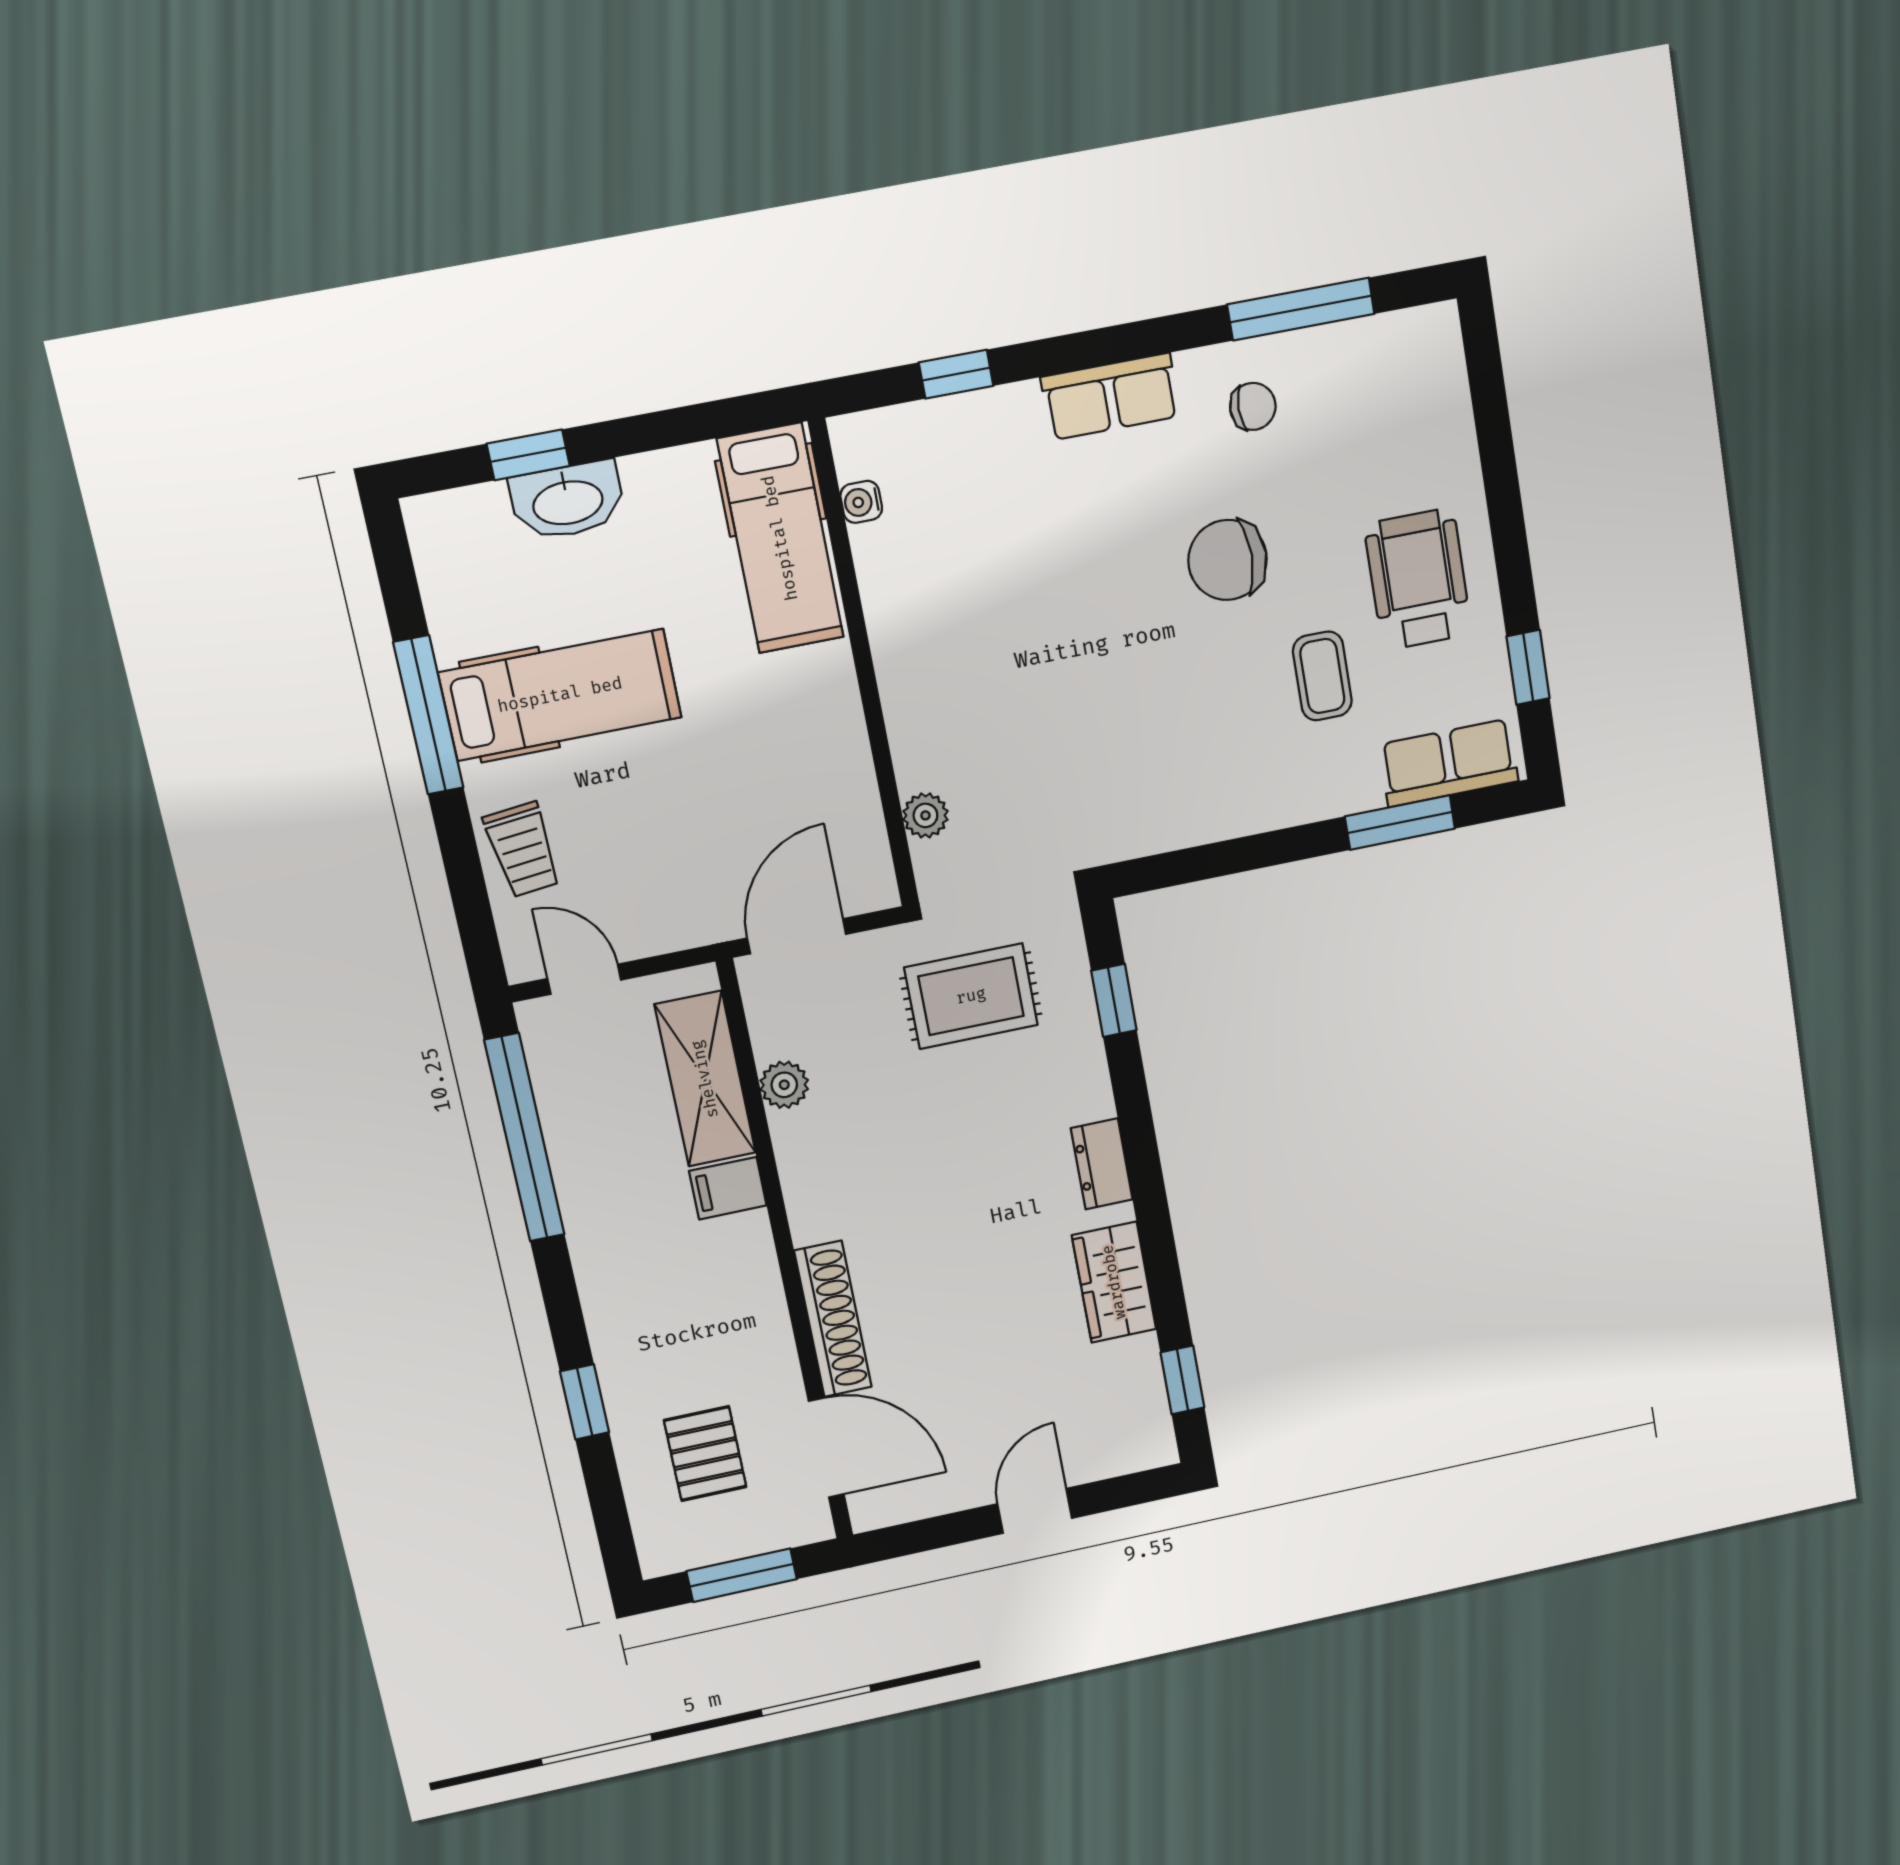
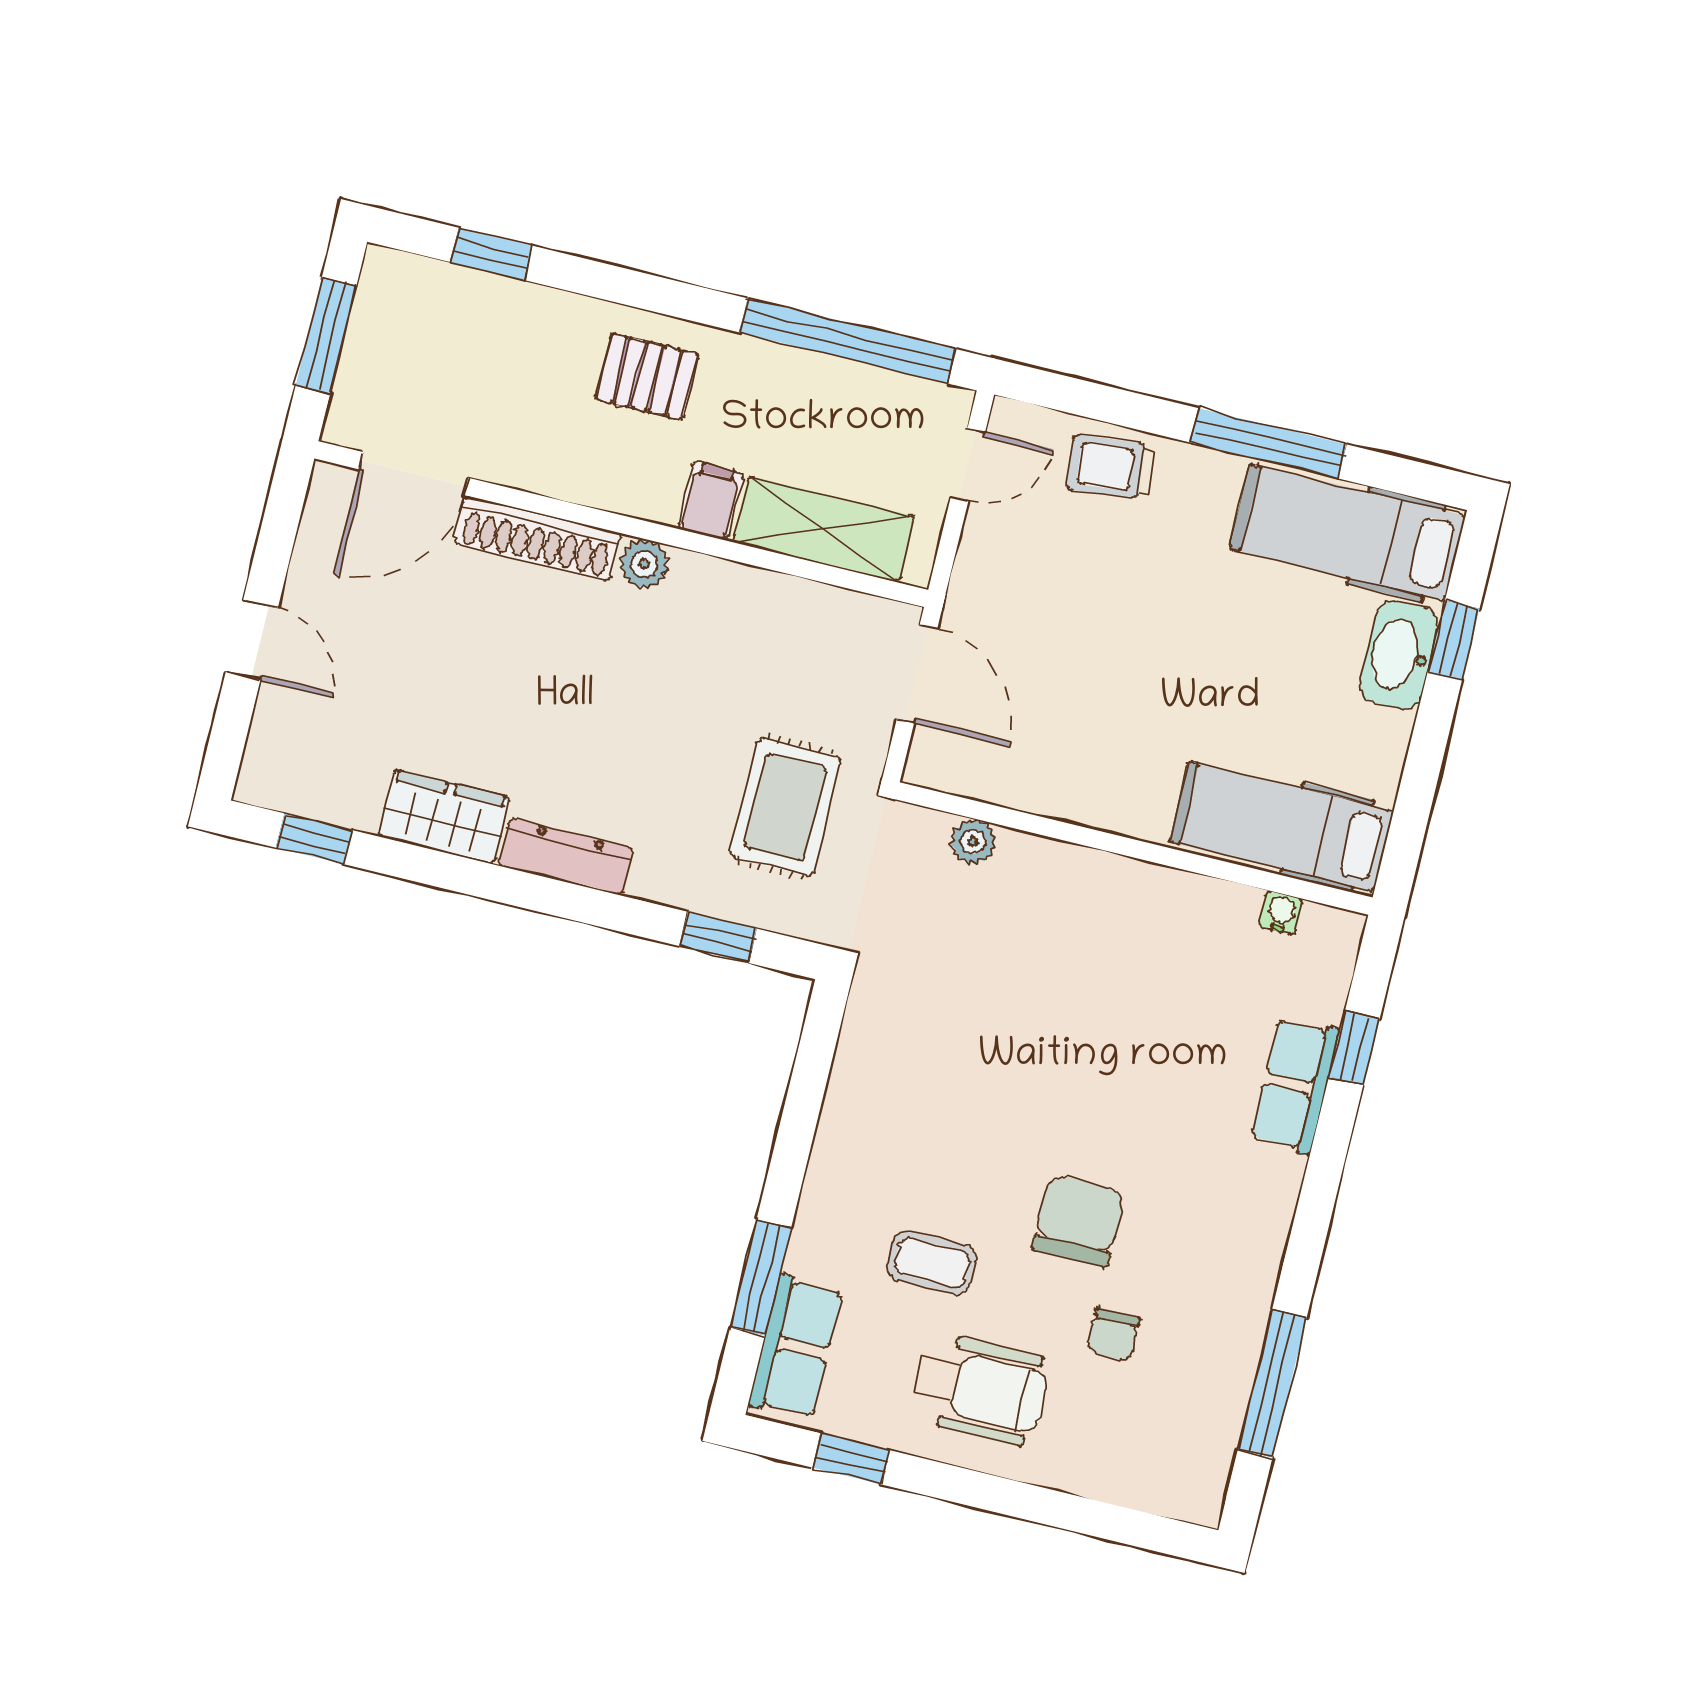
row of seats: (1110, 397) -> (1295, 1085), moved
chair: (1253, 406) -> (1113, 1335), moved
hospital bed: (560, 695) -> (1348, 532), moved, turned 90
plant: (784, 1085) -> (644, 564), moved
dresser: (1102, 1164) -> (566, 856), width x1.44
window: (585, 1402) -> (491, 254), moved
pallet: (705, 1454) -> (647, 377), moved

